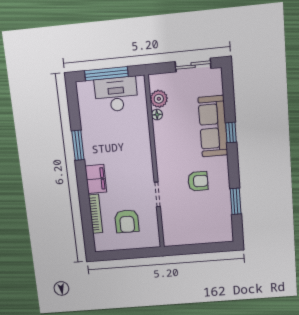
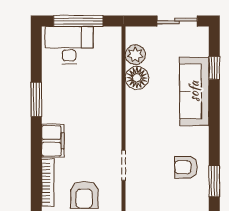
desk: (116, 94) -> (69, 45), moved
floor lamp: (157, 115) -> (137, 78), width x1.89, depth x1.89
window: (231, 132) -> (214, 68), moved
armchair: (198, 181) -> (186, 167), moved, turned 180

